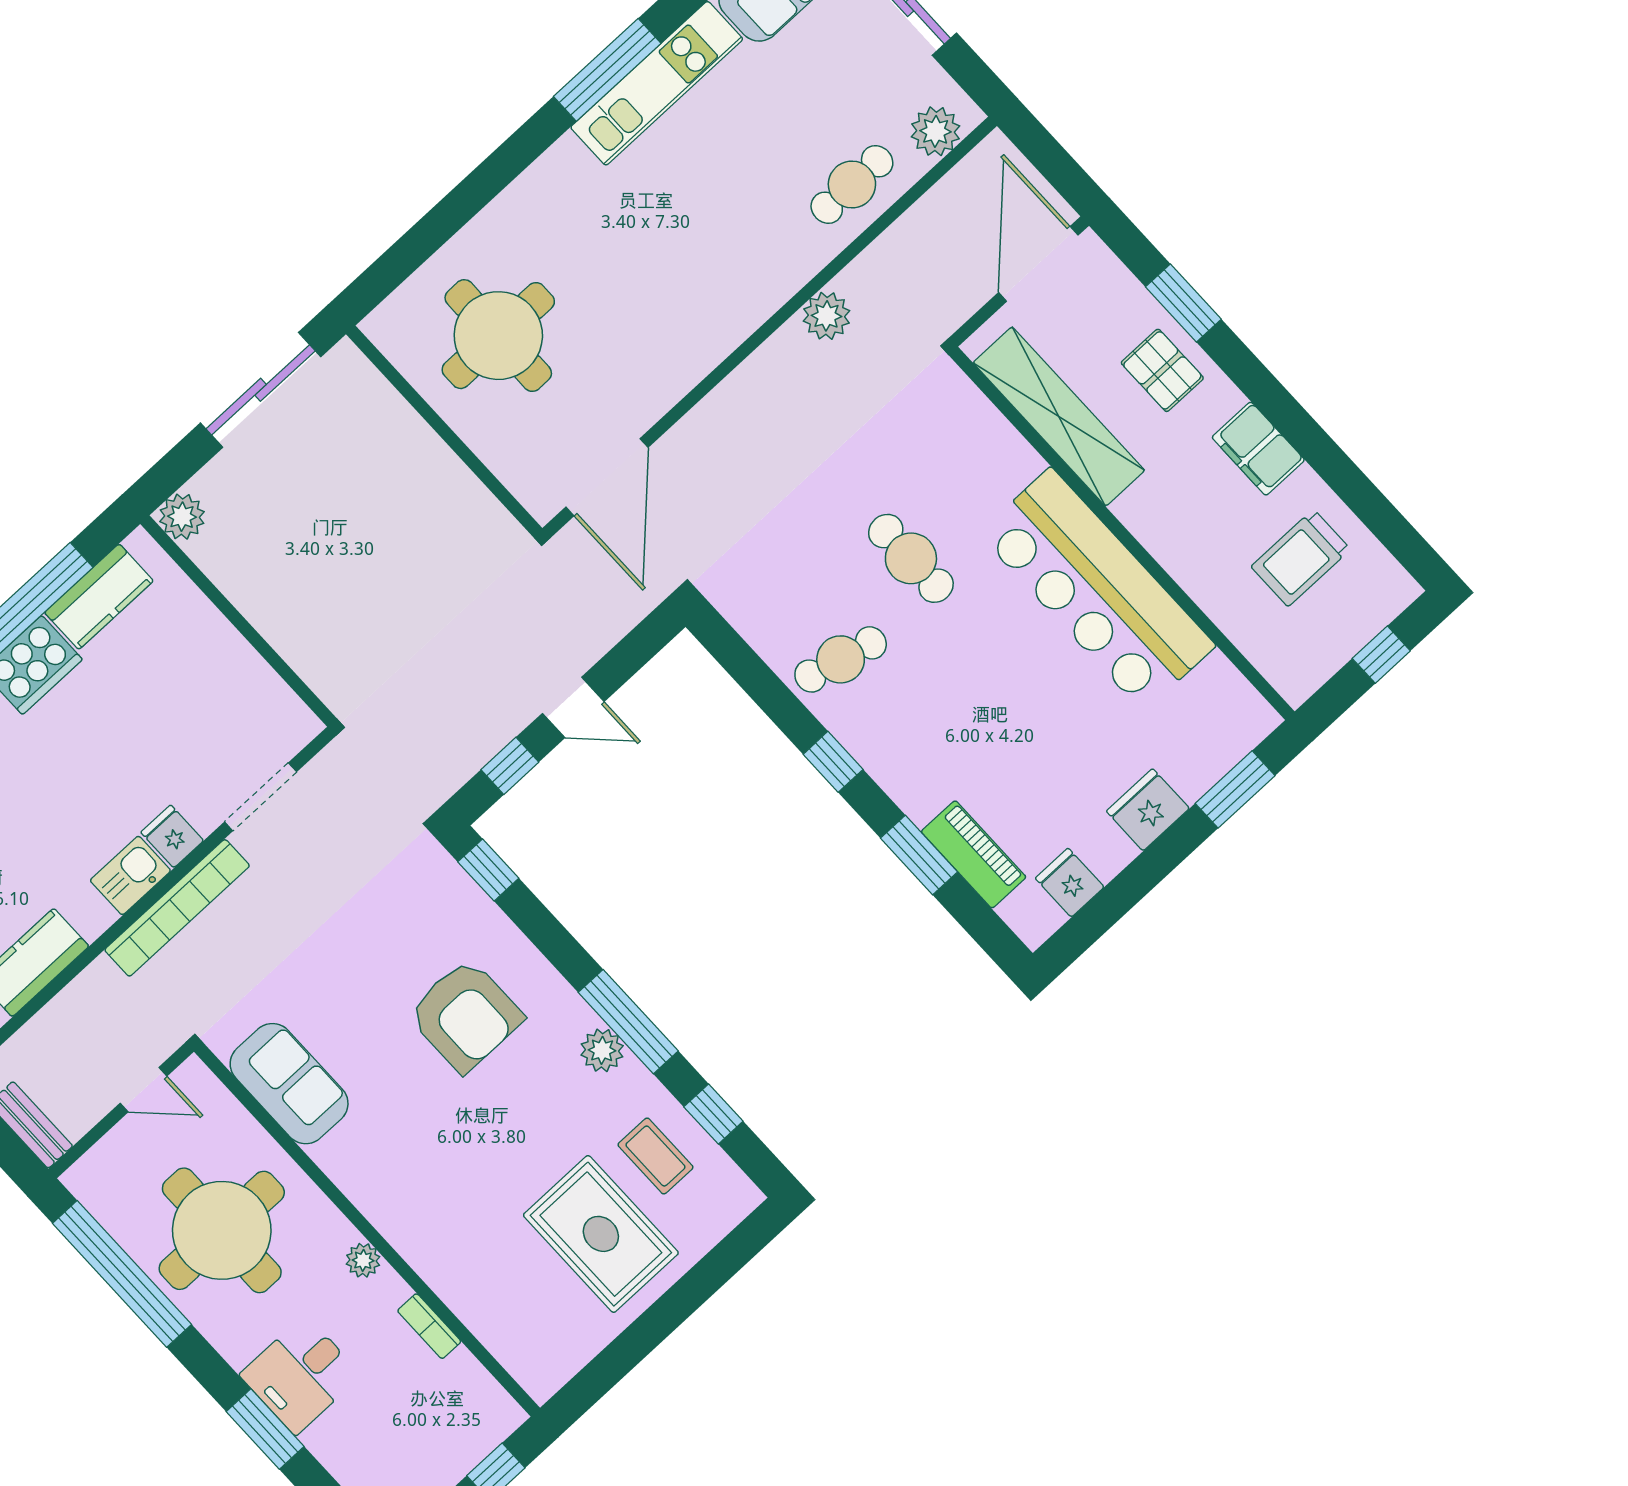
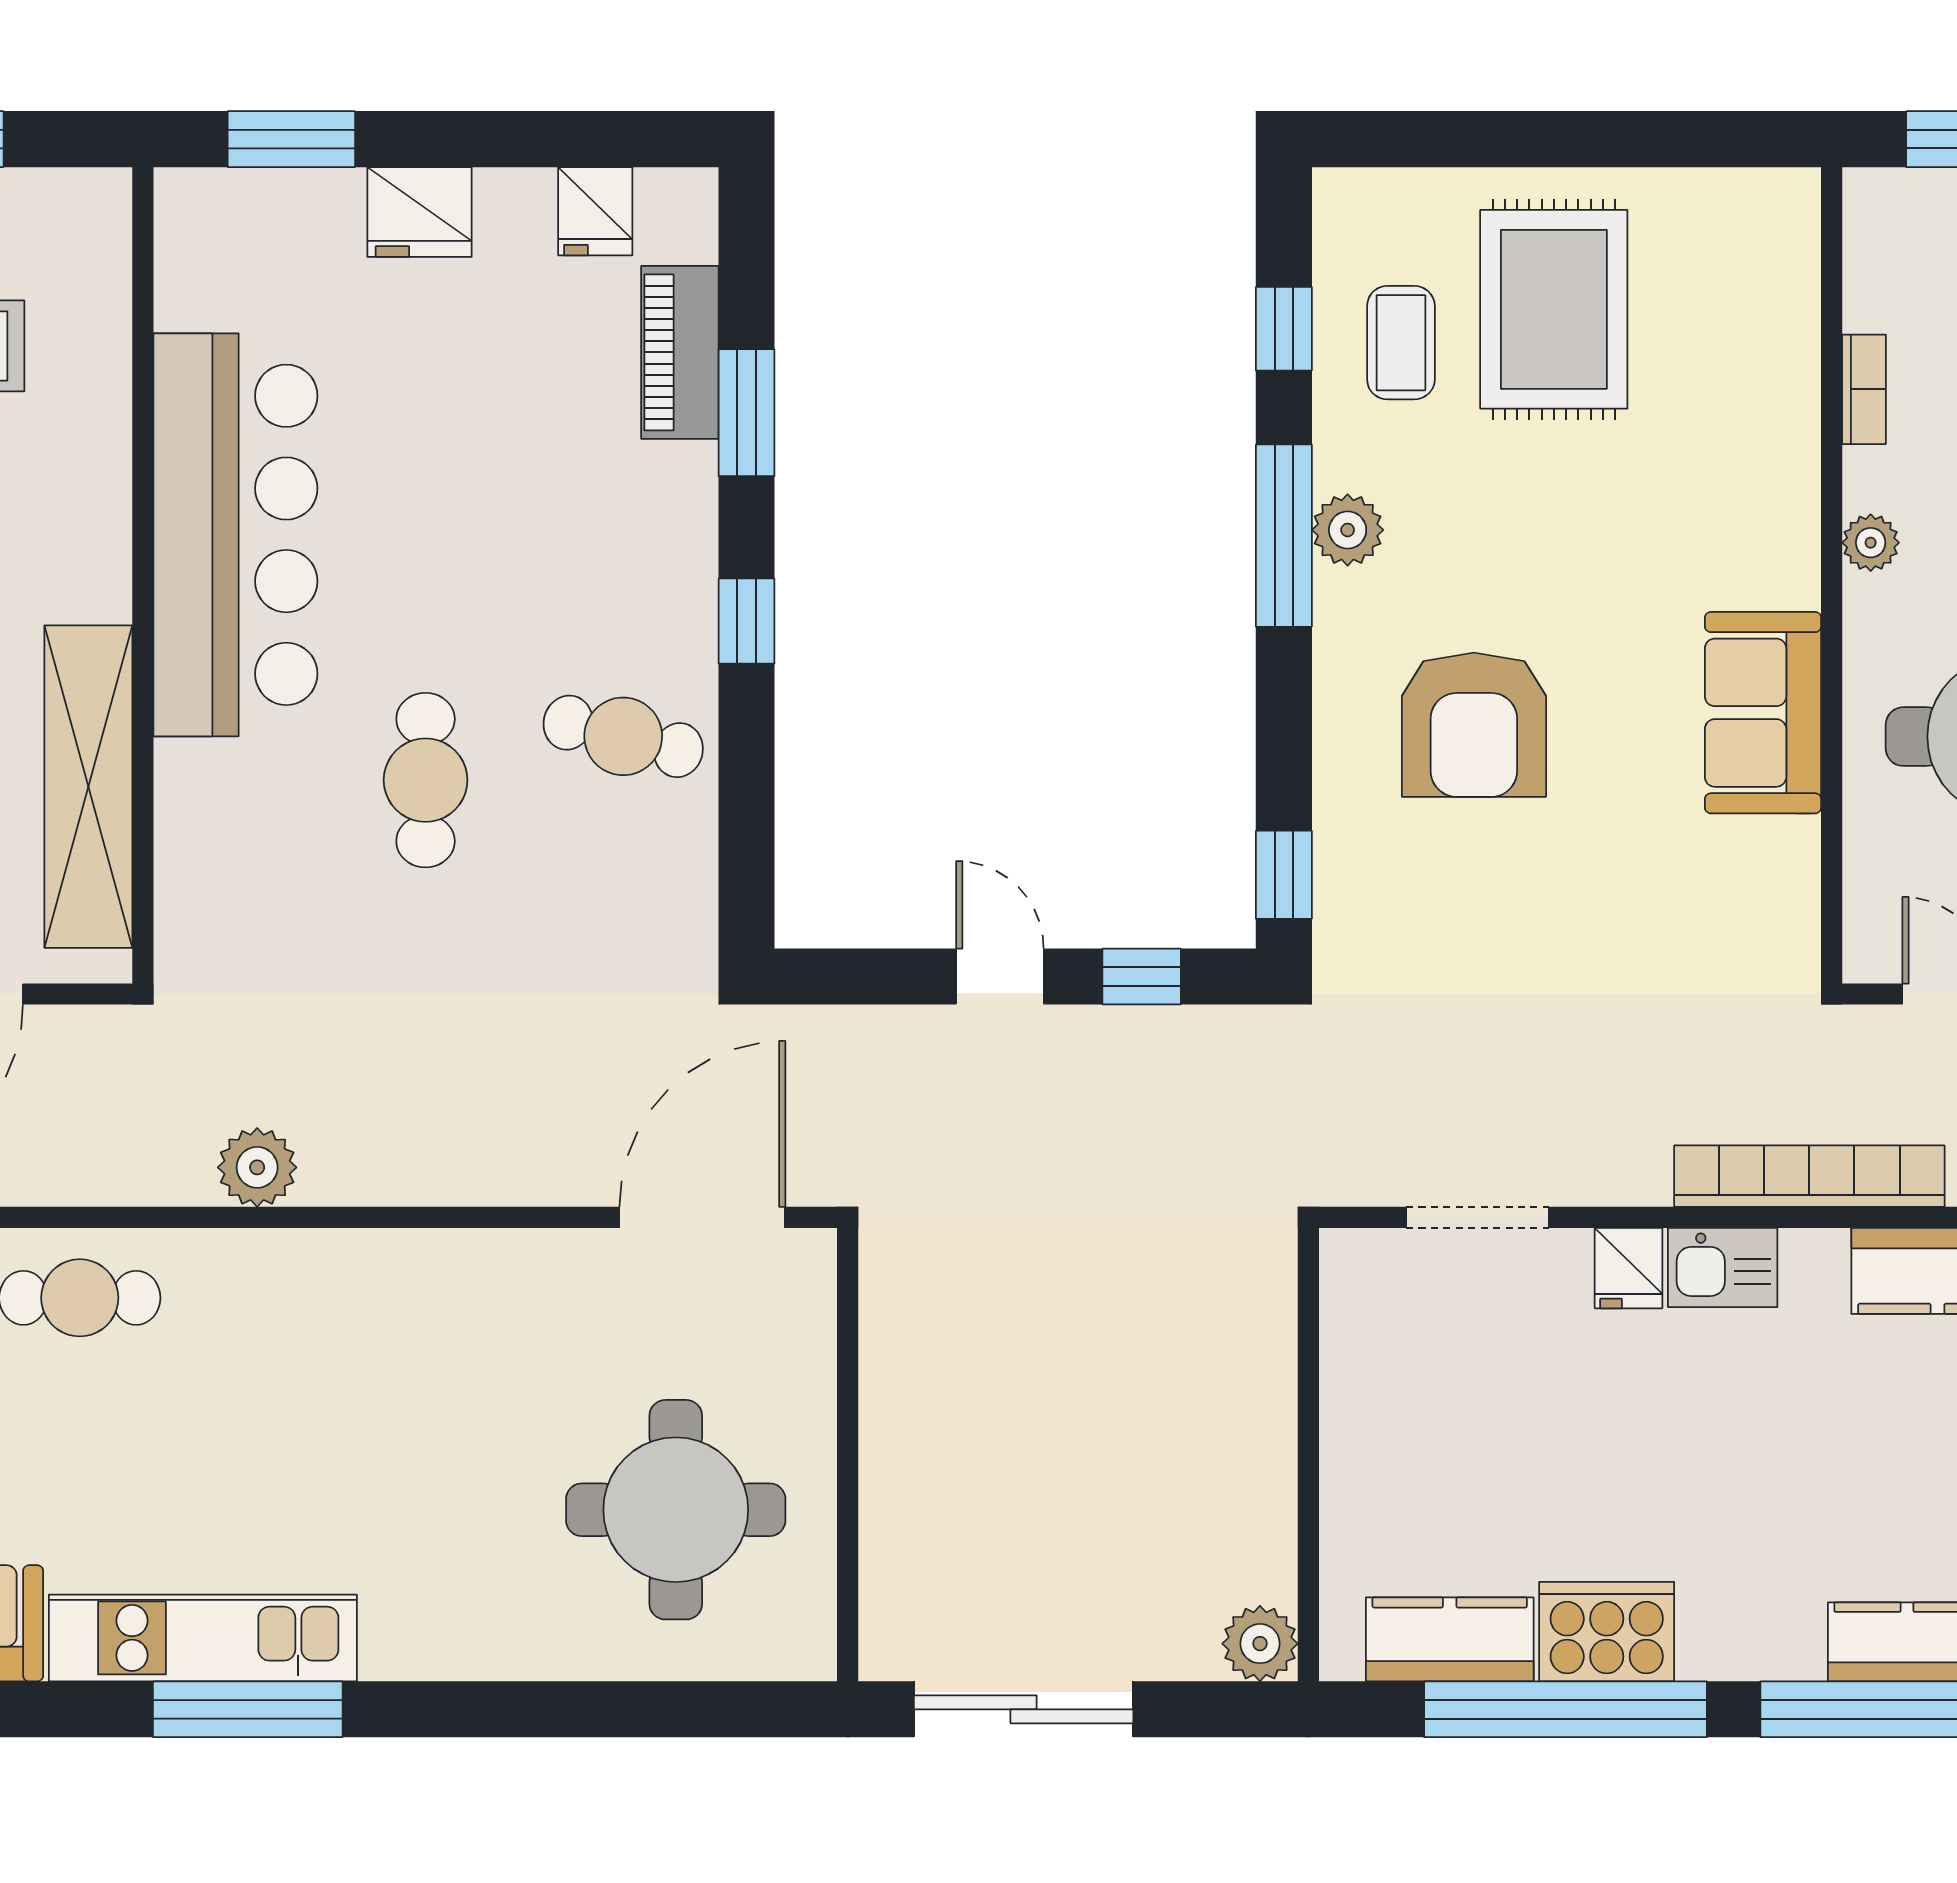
bookcase: (177, 908) -> (1809, 1176), moved
armchair: (465, 1015) -> (1474, 725), turned 180
sofa: (289, 1084) -> (1763, 713), moved

